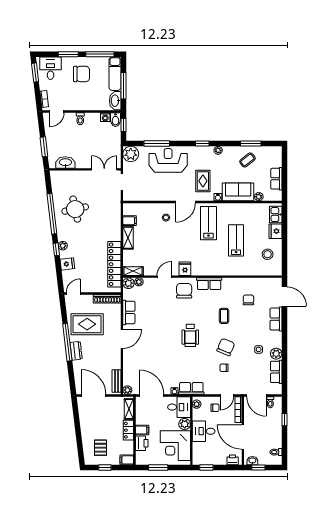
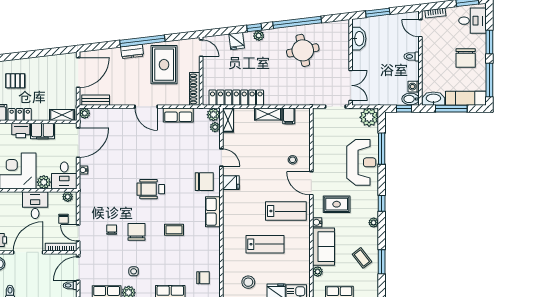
chair: (248, 300) -> (203, 278), moved
chair: (226, 347) -> (137, 232), turned -113
row of seats: (191, 388) -> (87, 190), removed
locker: (128, 430) -> (20, 115), moved
filing cabinet: (142, 430) -> (42, 131), width x2.00

